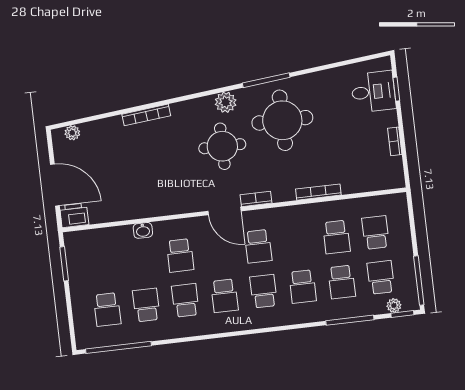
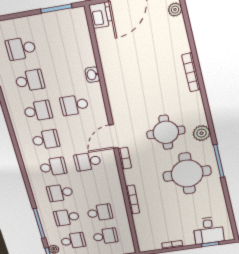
school desk: (336, 237) -> (100, 213), turned 180
school desk: (224, 296) -> (46, 140), turned 180

